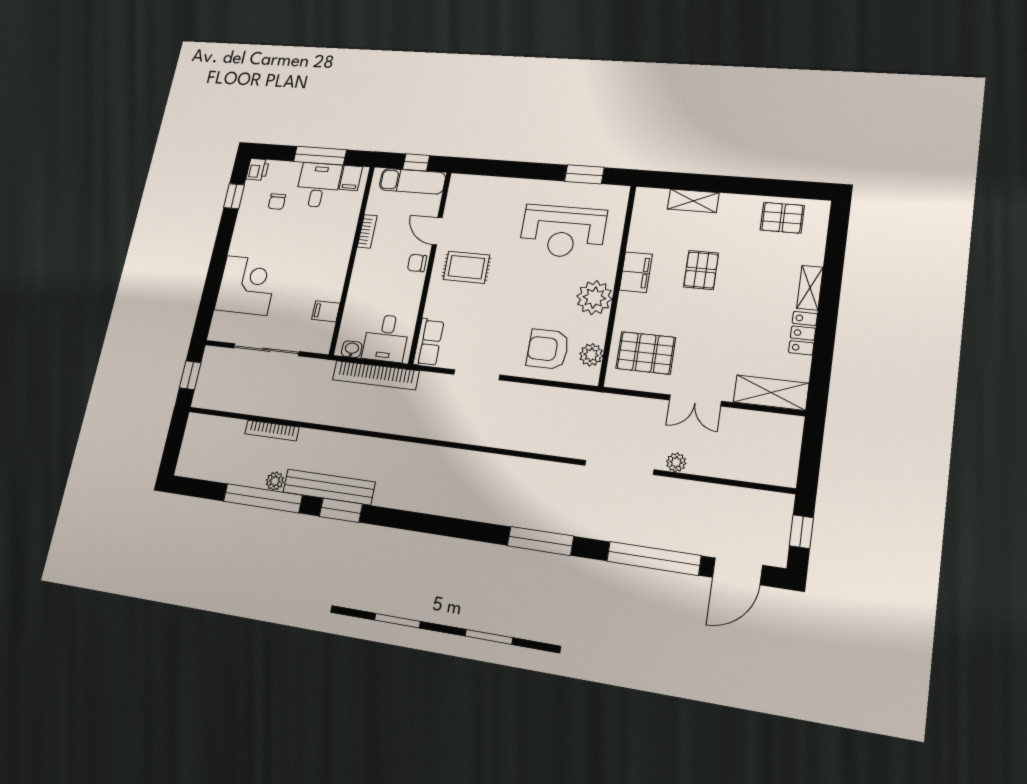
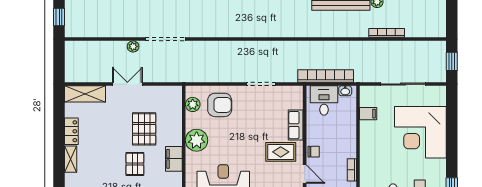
corner desk: (247, 285) -> (420, 132), width x1.36, depth x1.36
row of seats: (429, 342) -> (296, 125), moved
pallet: (646, 353) -> (144, 129), moved, turned 90

